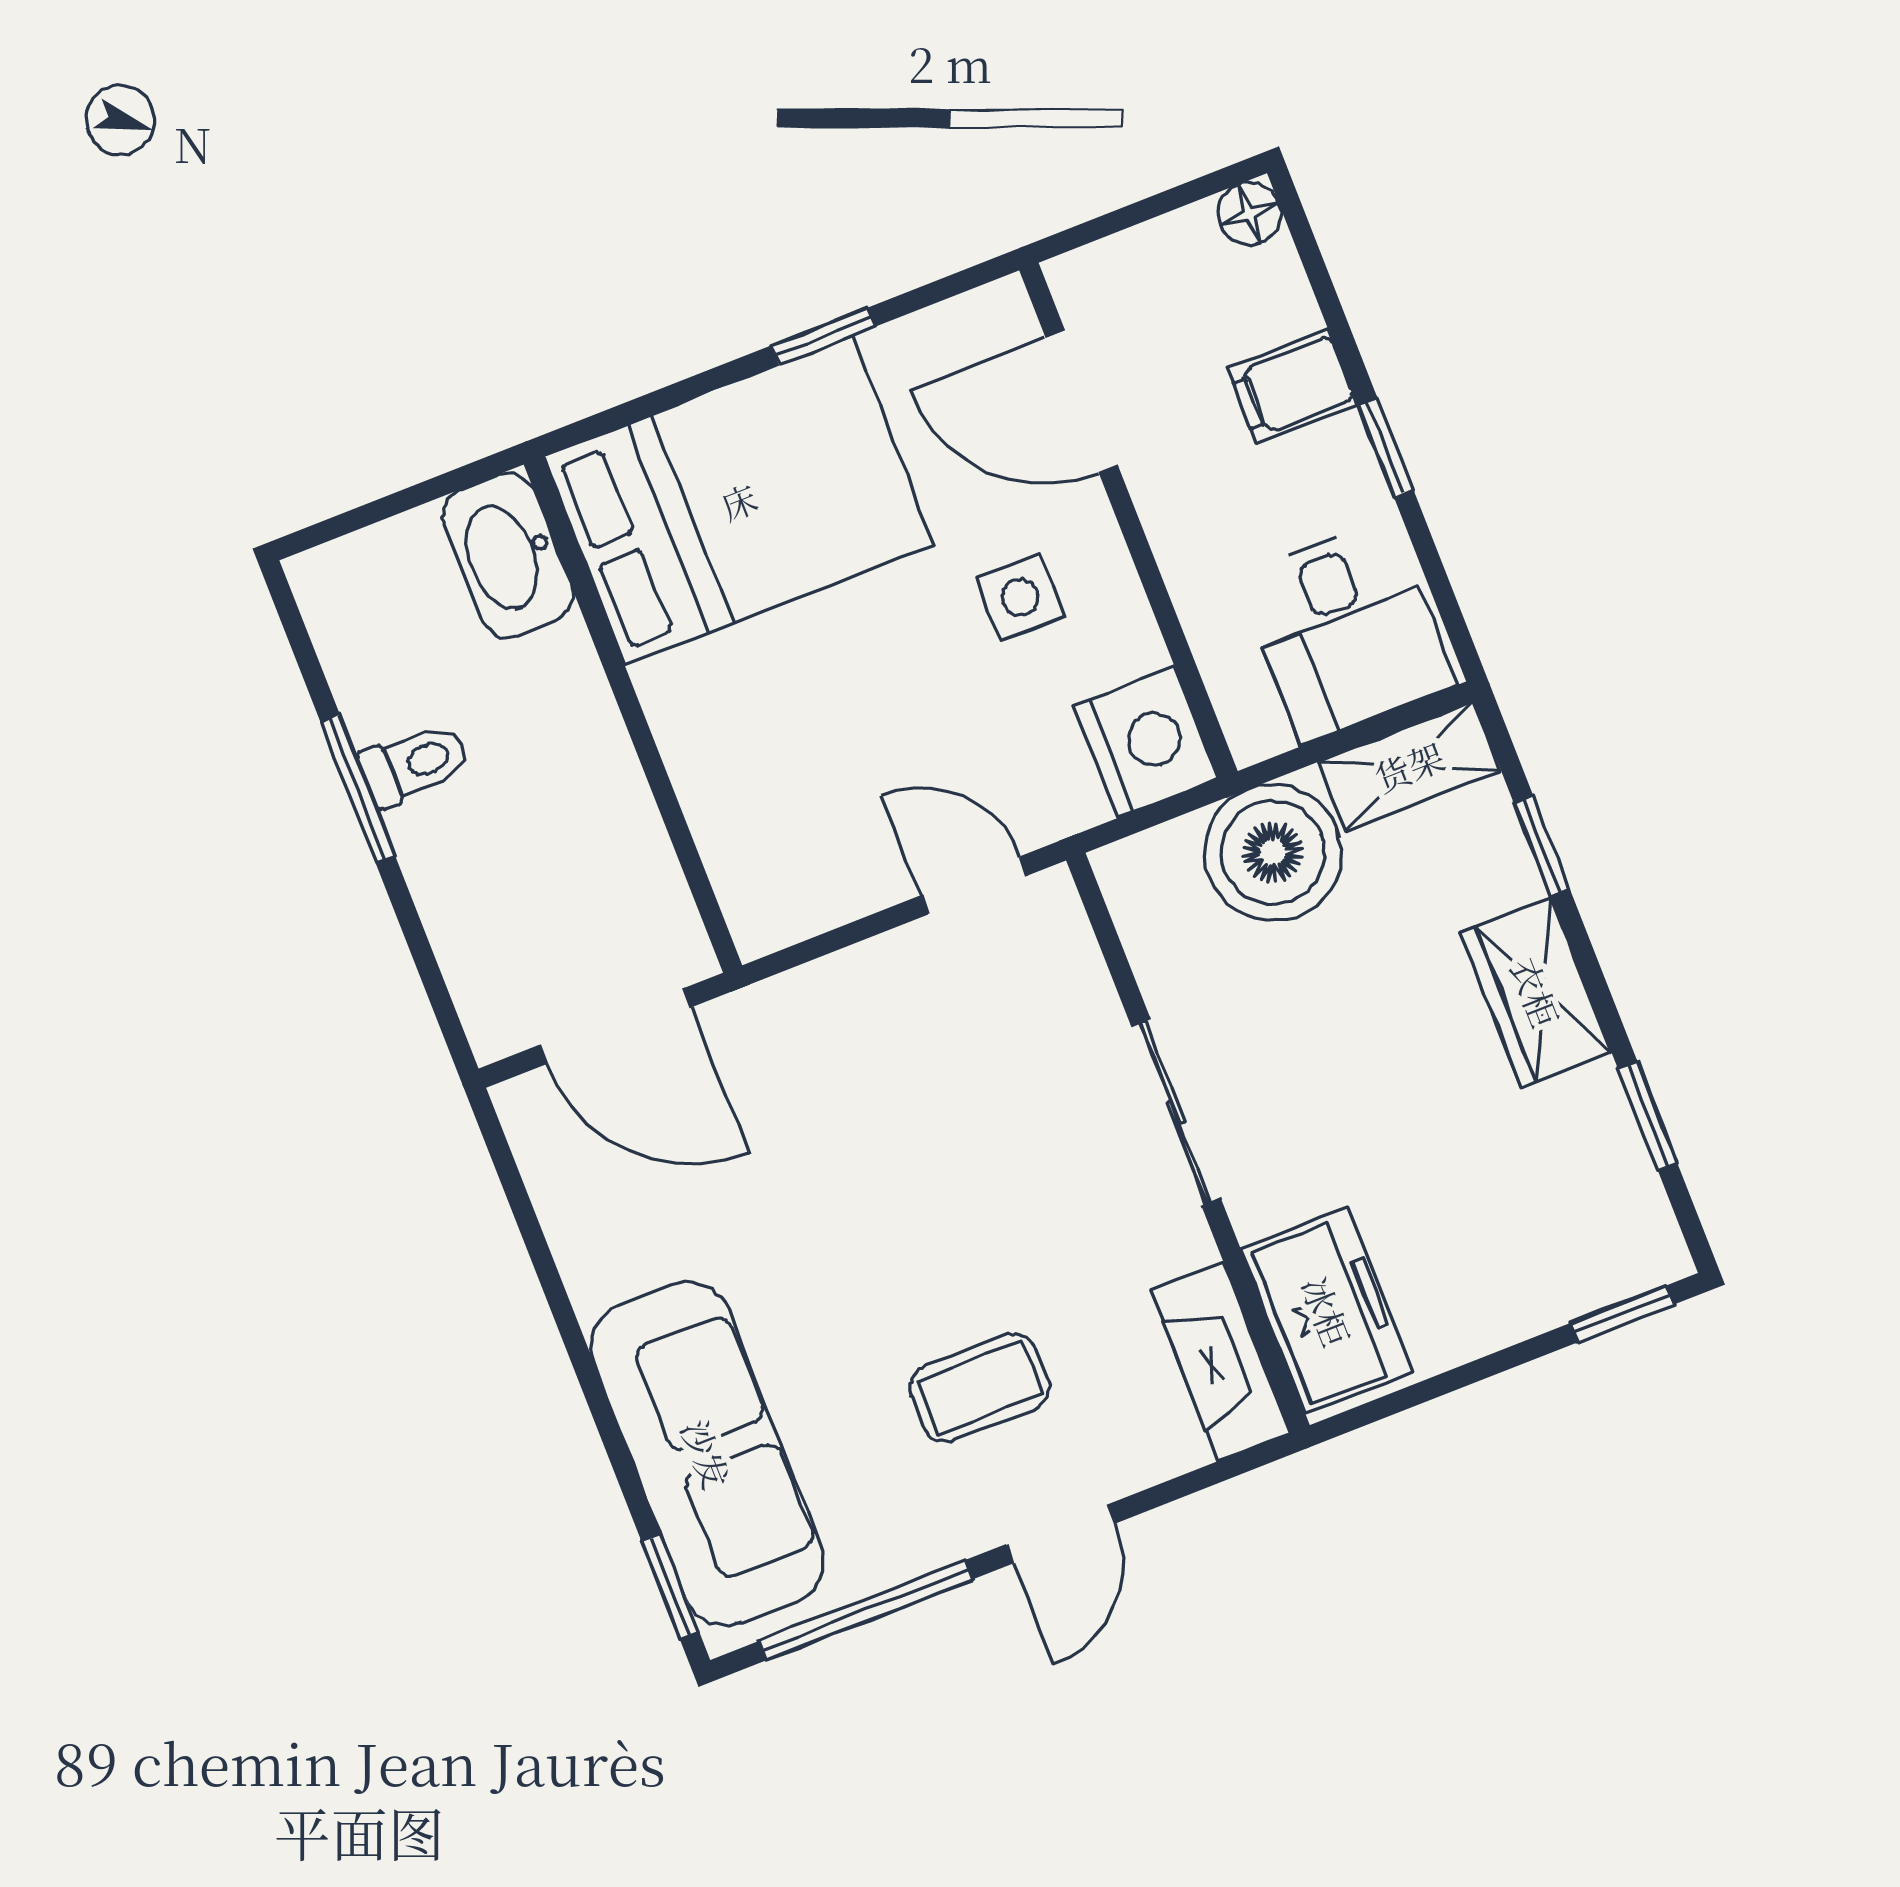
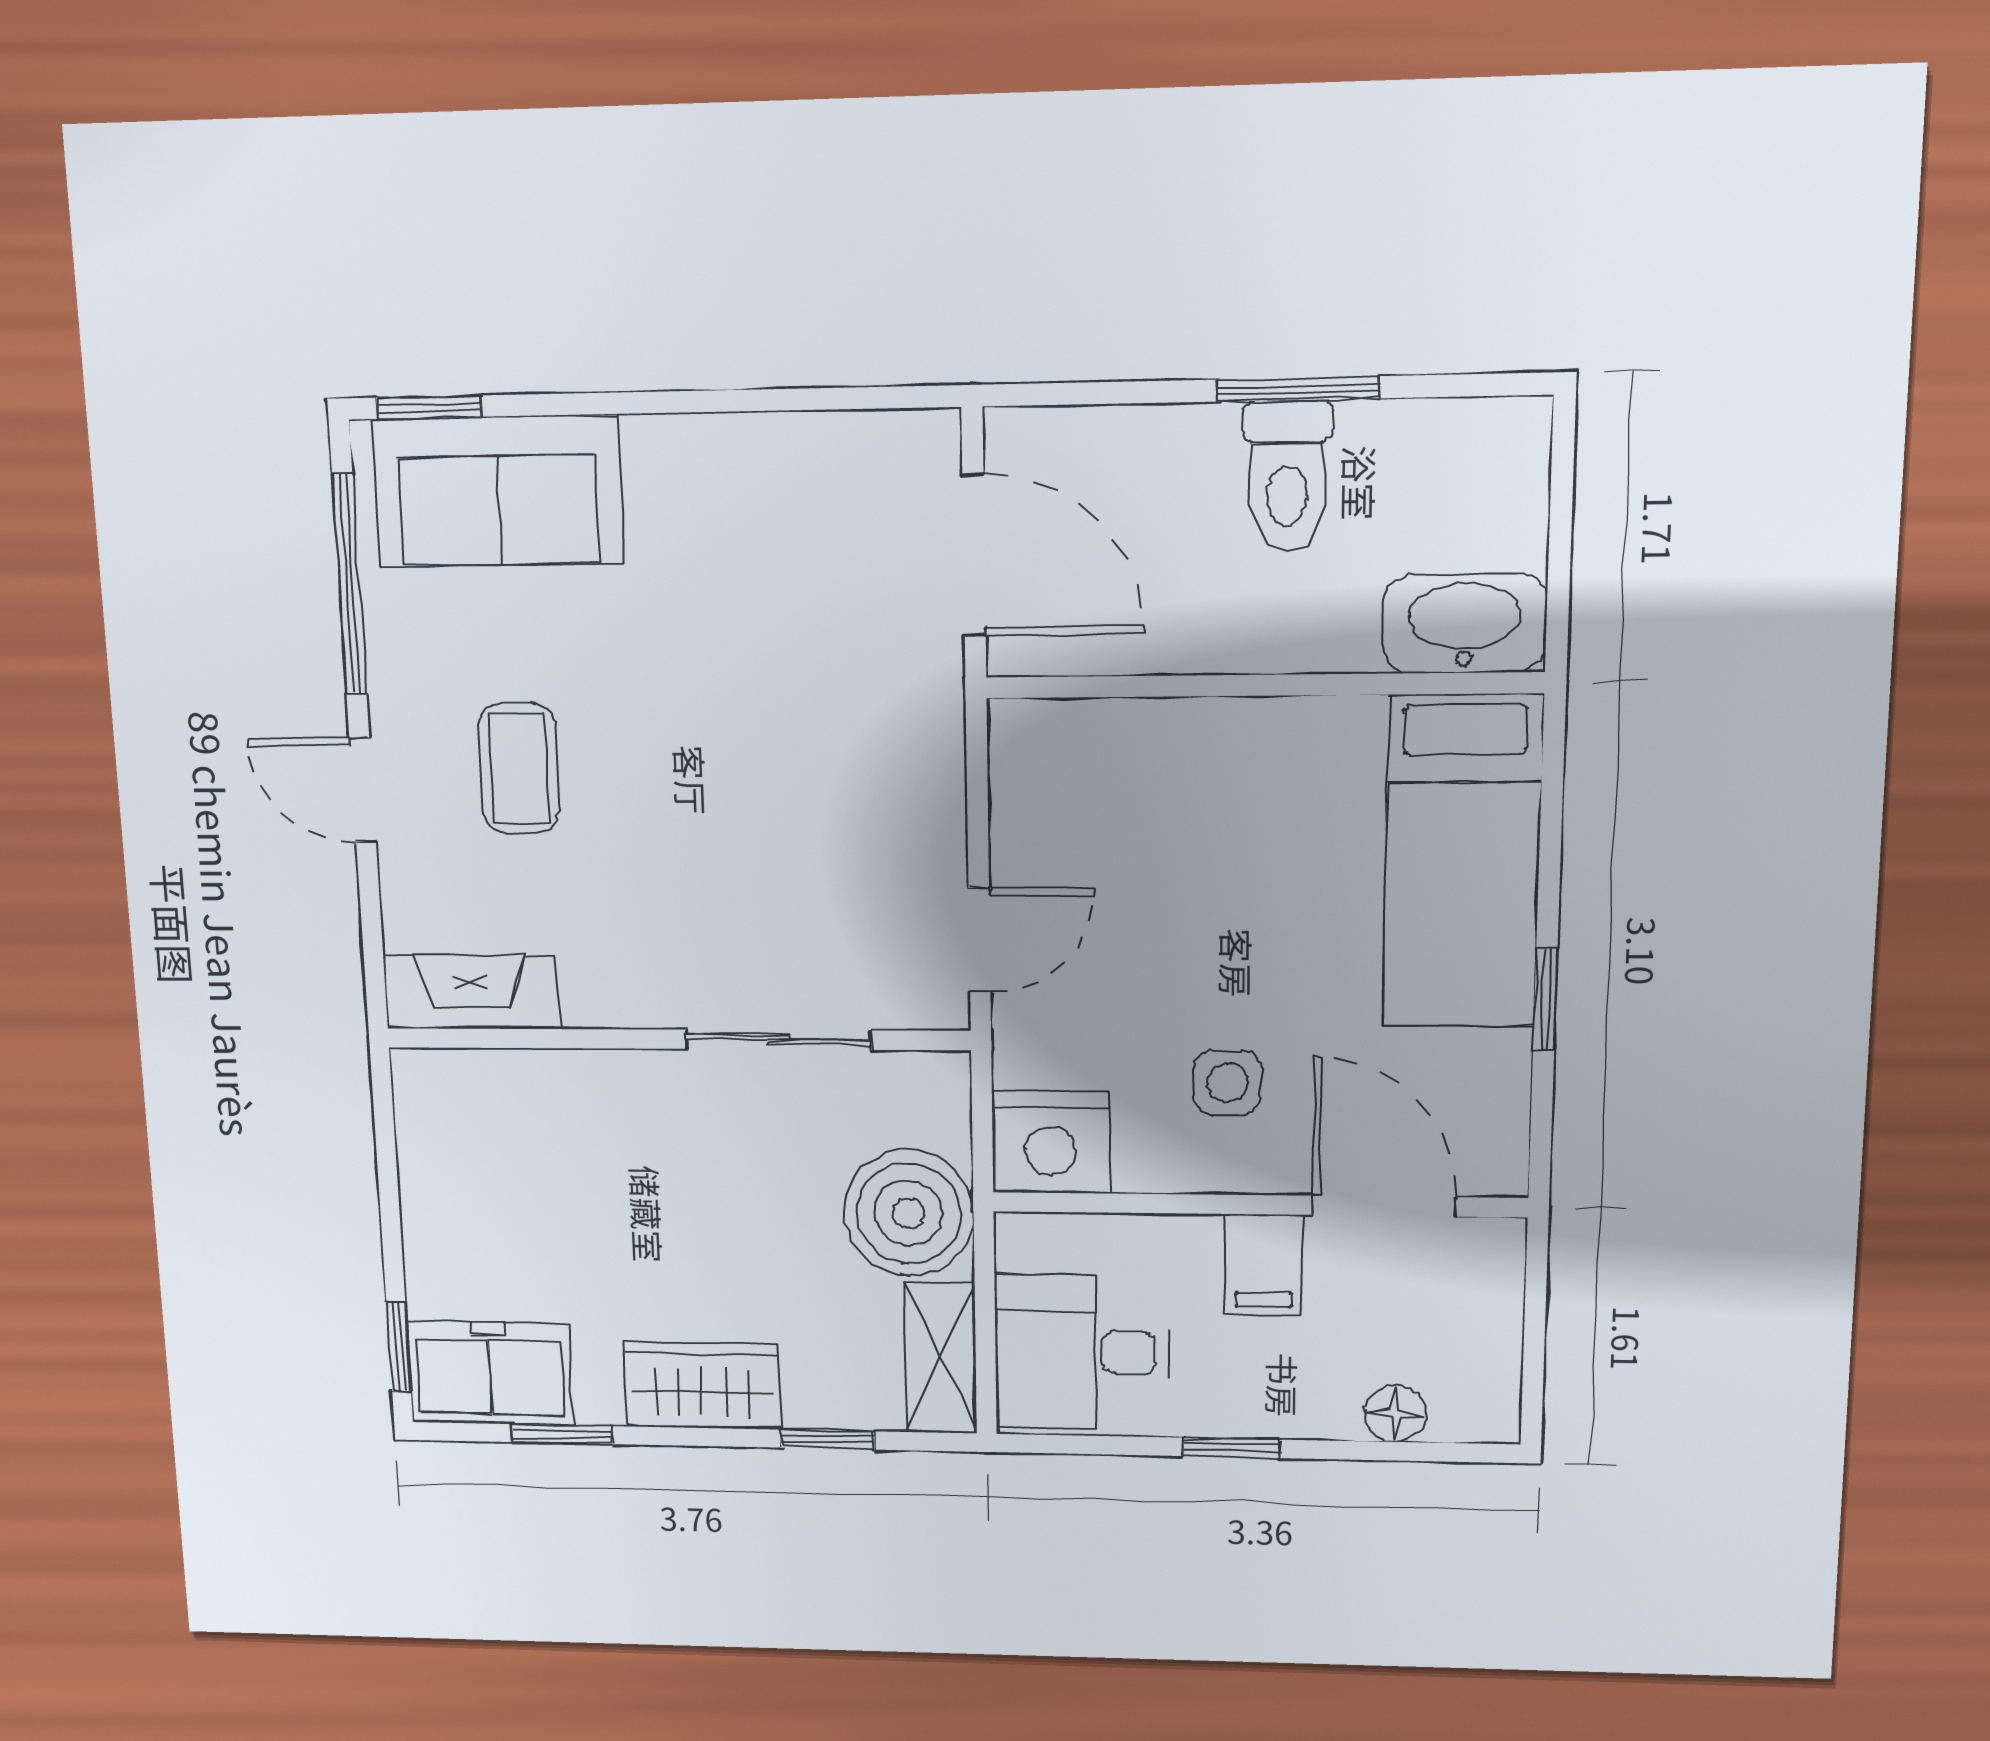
floor lamp: (1249, 214) -> (1395, 1414), moved
filing cabinet: (1293, 387) -> (1264, 1265), moved, turned 180
door: (1082, 402) -> (1384, 1206), hinge flipped
bed: (739, 501) -> (1462, 862), width x0.67
toilet: (414, 764) -> (1287, 476), width x1.37, depth x1.39
door: (615, 1026) -> (974, 555), swing flipped
sliding door: (1176, 1112) -> (778, 1040), moved
freezer: (1327, 1311) -> (490, 1373), moved, turned 180
sofa: (707, 1454) -> (498, 491), width x0.73

